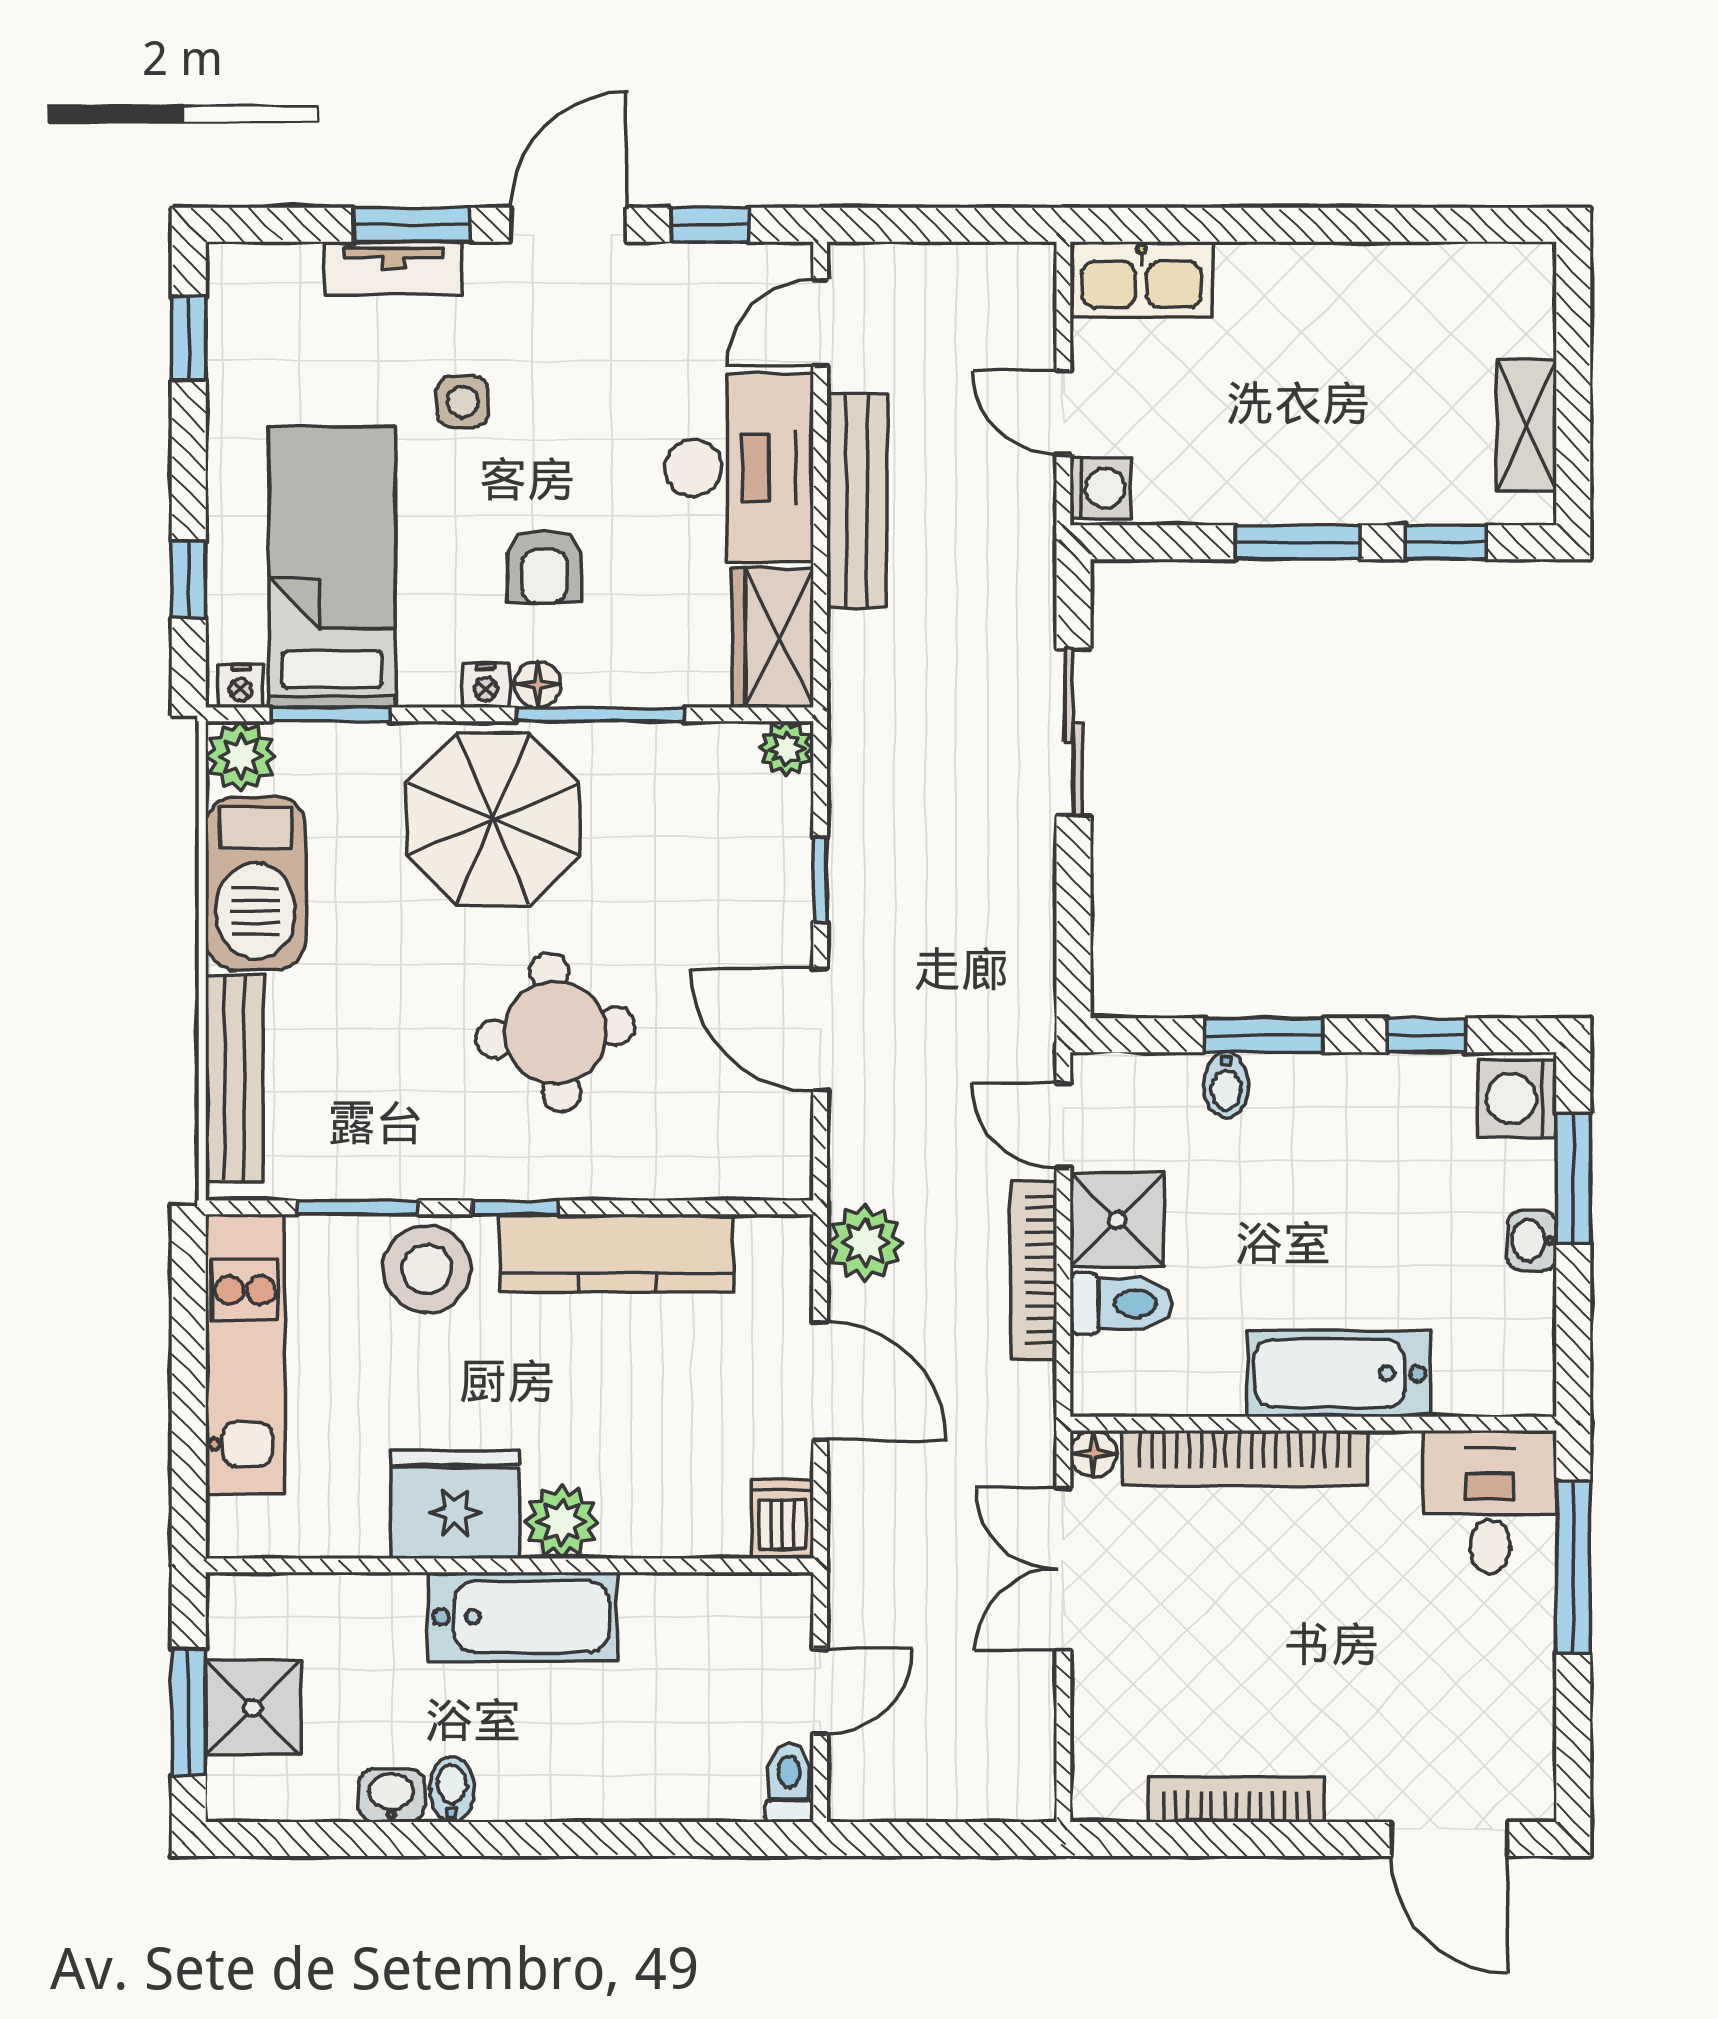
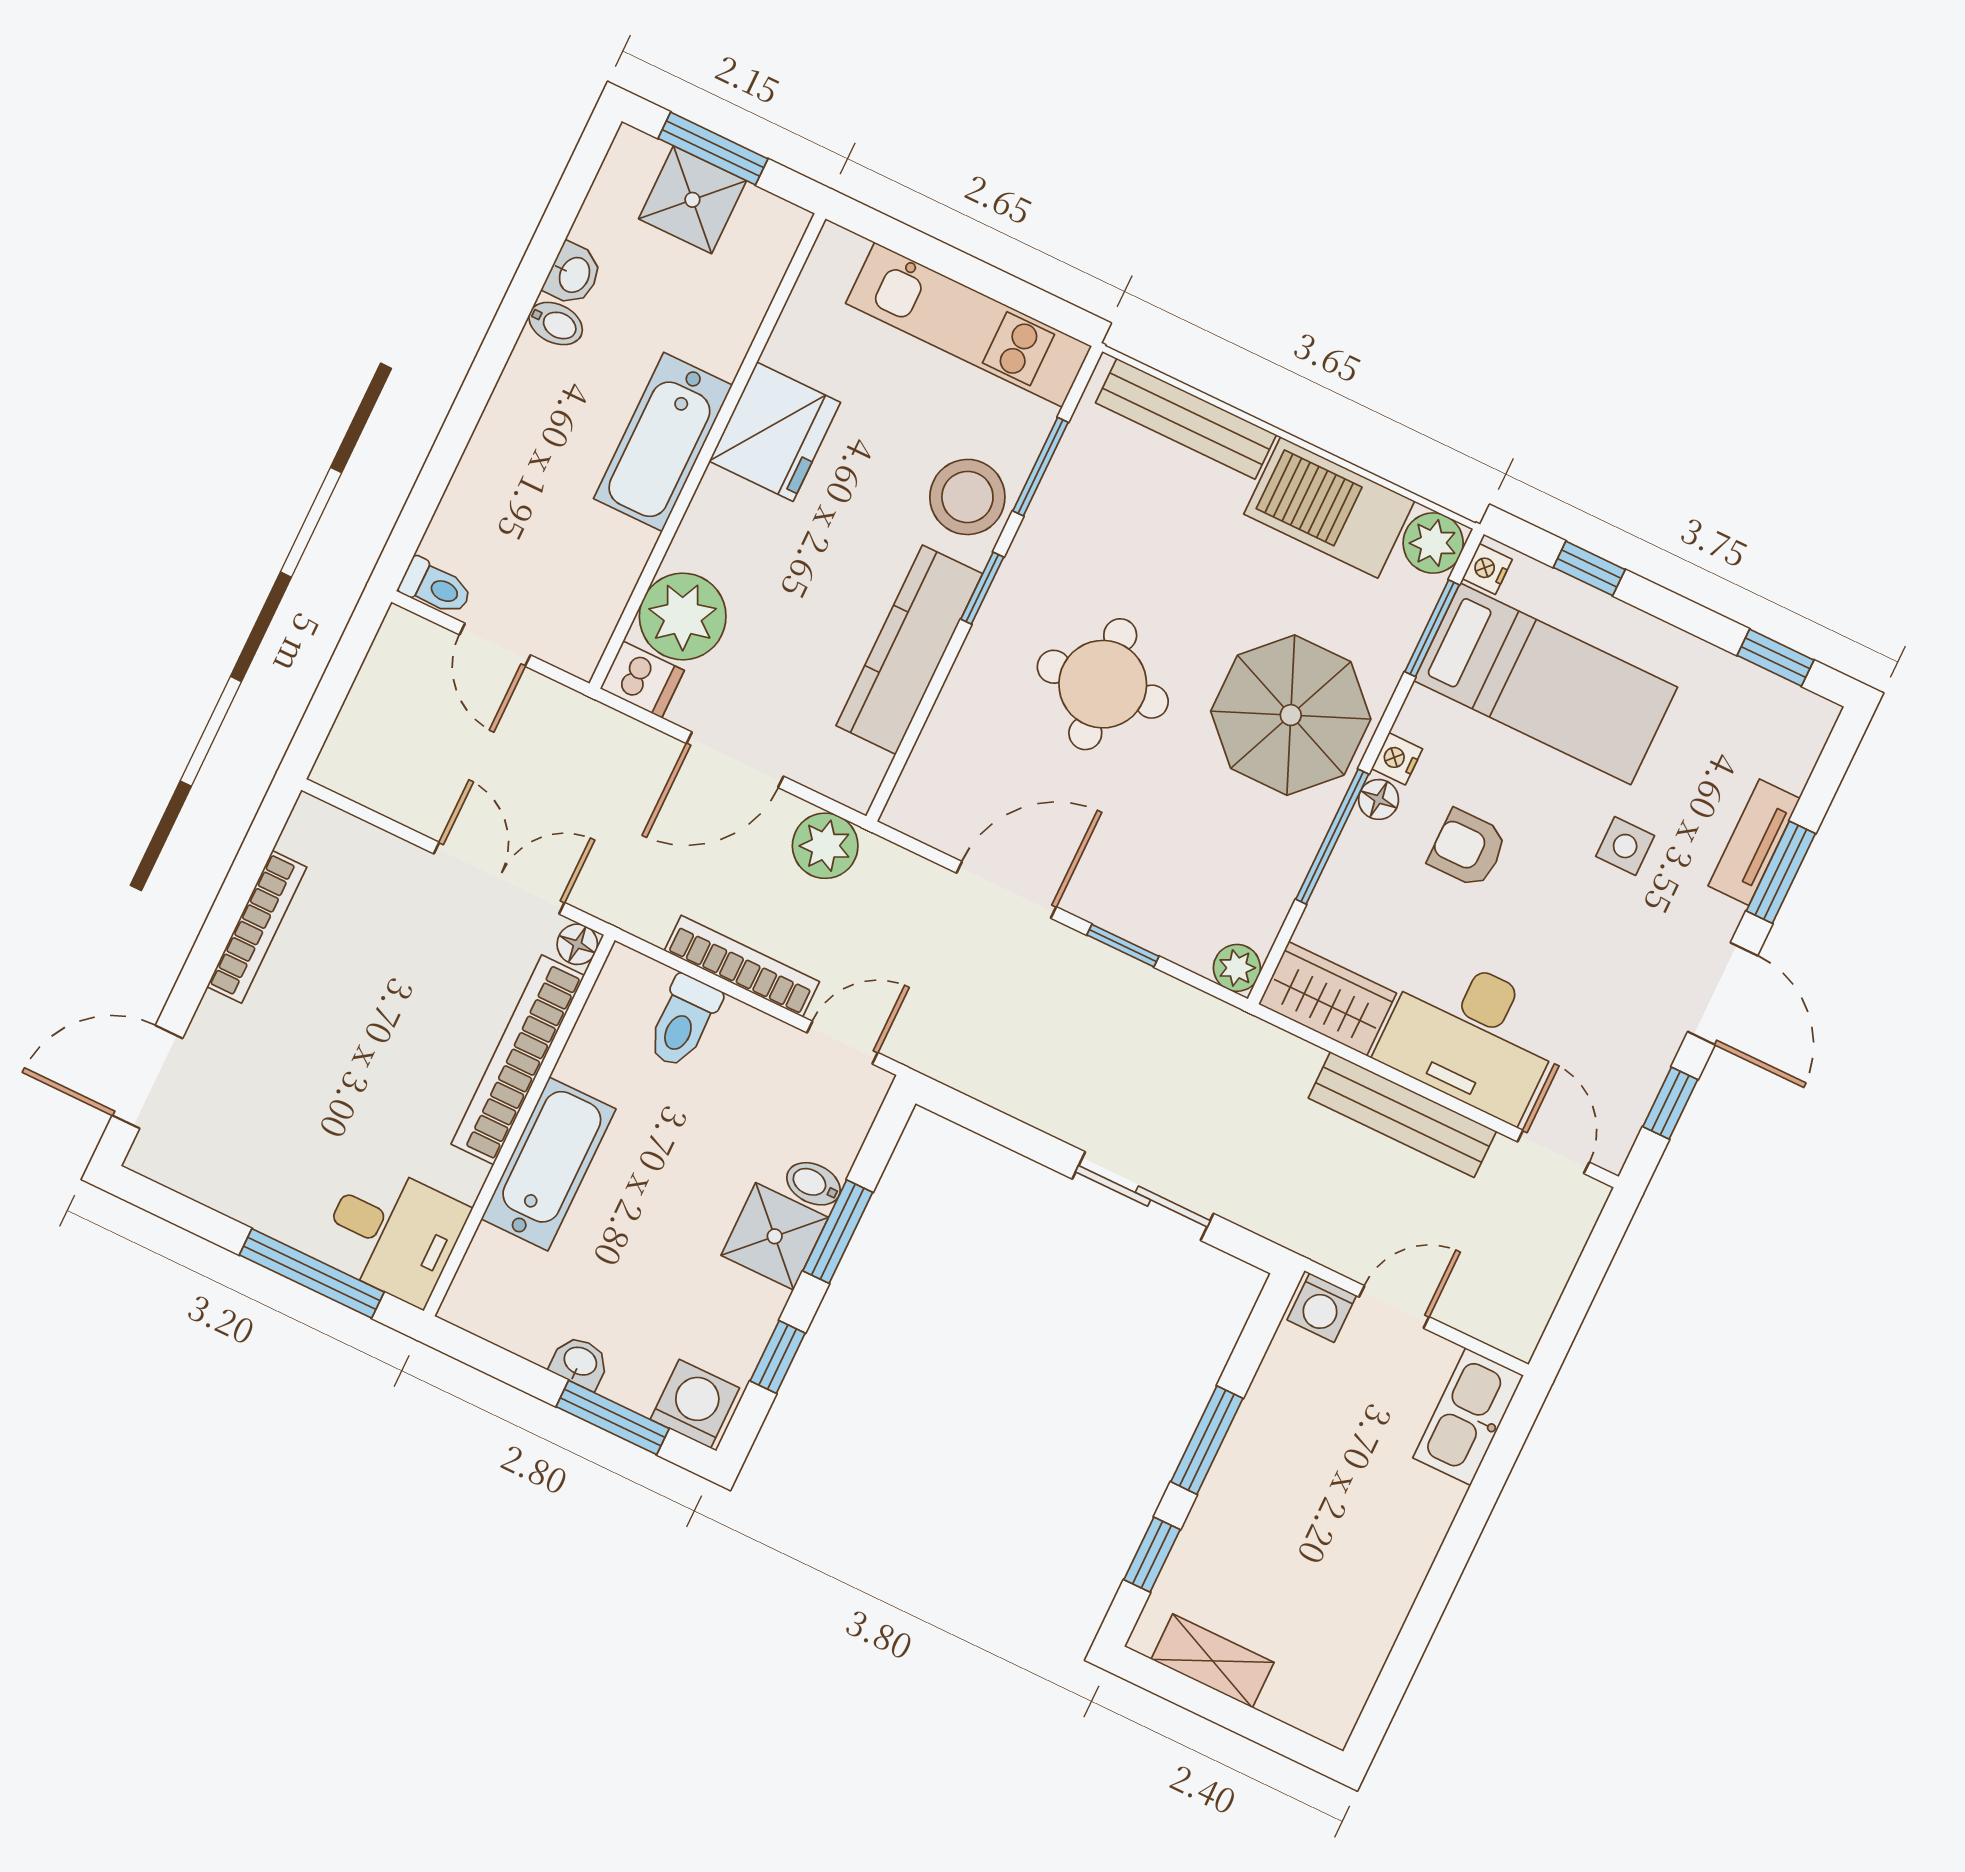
shower: (1117, 1220) -> (775, 1236), moved
plant: (562, 1522) -> (683, 616), moved, width x1.36, depth x1.36

